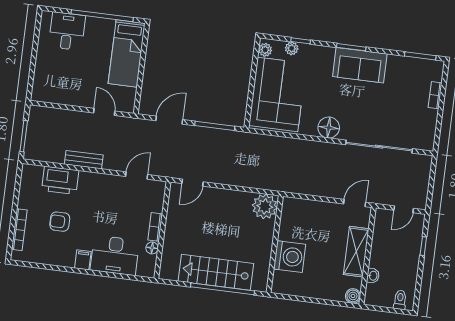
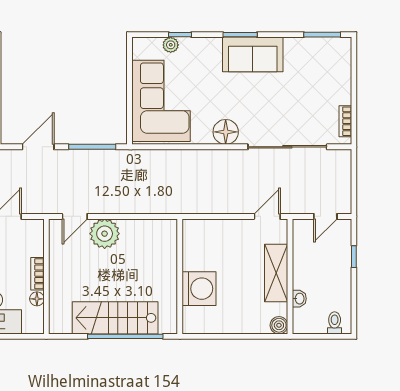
plant: (265, 50) -> (140, 50), removed
bookcase: (435, 95) -> (345, 121), moved
plant: (265, 206) -> (105, 234), moved

